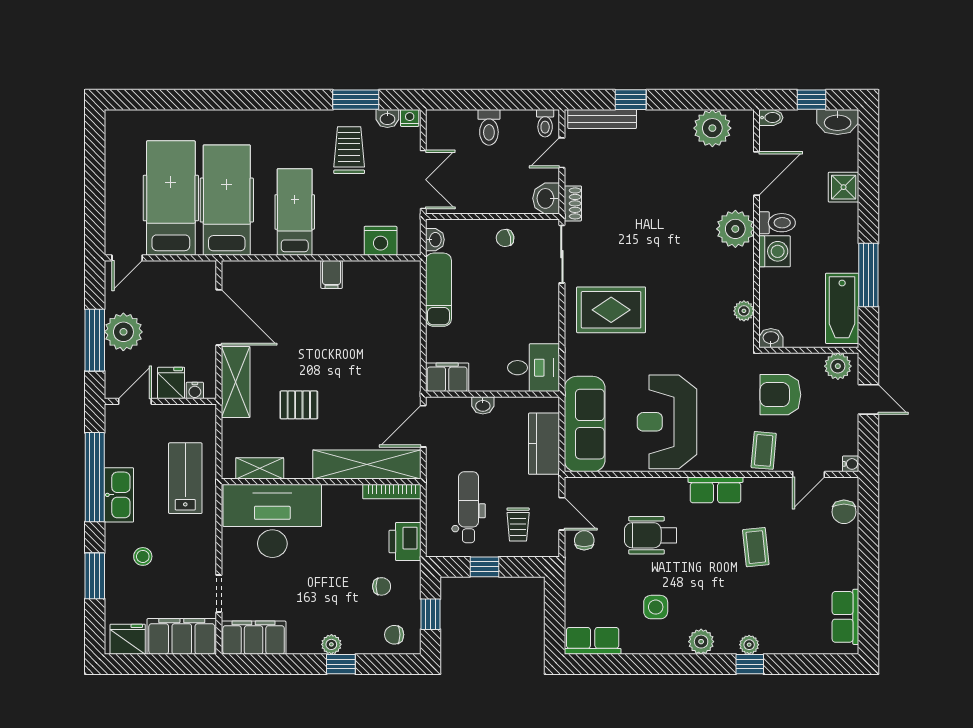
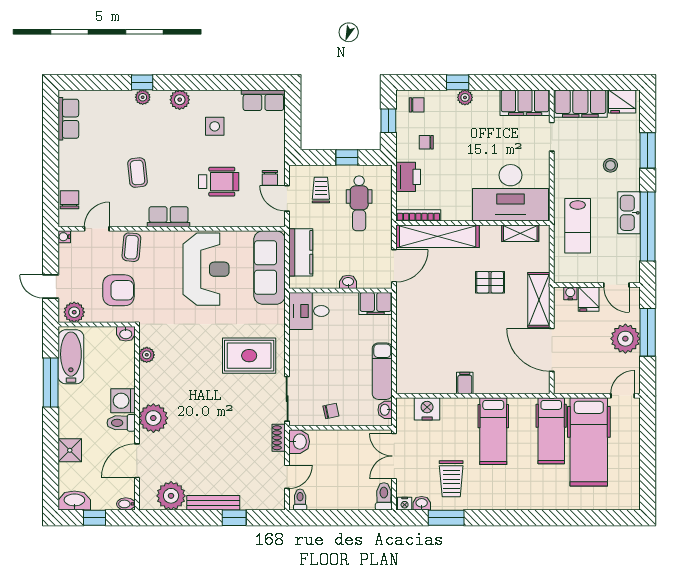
bench: (602, 119) -> (213, 503), moved
toilet: (489, 127) -> (384, 496), moved
hospital bed: (227, 200) -> (551, 431), width x0.73, depth x0.78
door: (135, 401) -> (616, 285), hinge flipped

